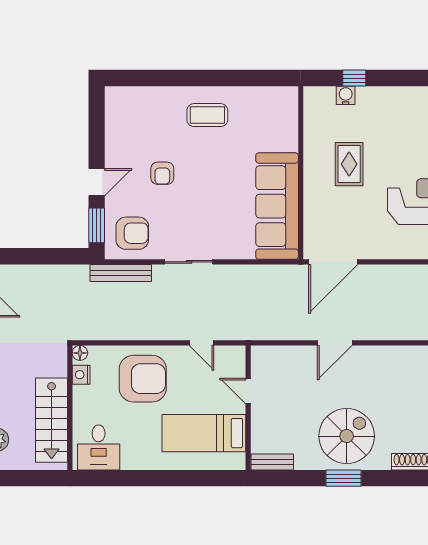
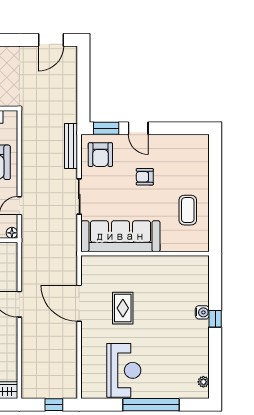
rug: (349, 164) -> (123, 308), moved, turned 90
wall: (301, 173) -> (145, 254), moved
sofa: (277, 206) -> (120, 236), moved
floor lamp: (80, 353) -> (12, 233), moved

